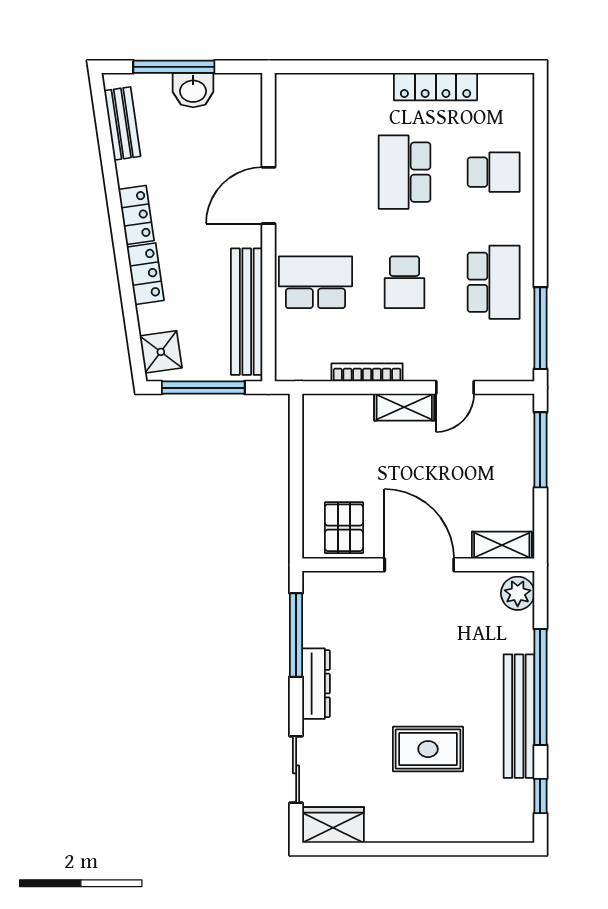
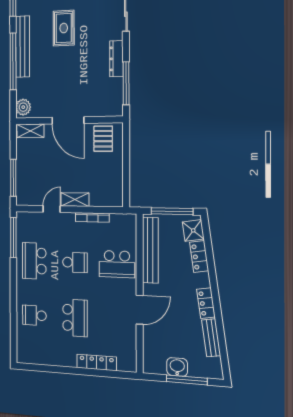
locker: (436, 87) -> (97, 362), moved
bench: (122, 123) -> (211, 338), moved
locker: (145, 274) -> (199, 257), moved
school desk: (405, 282) -> (75, 262), turned 90
rug: (428, 749) -> (64, 28), turned 90

